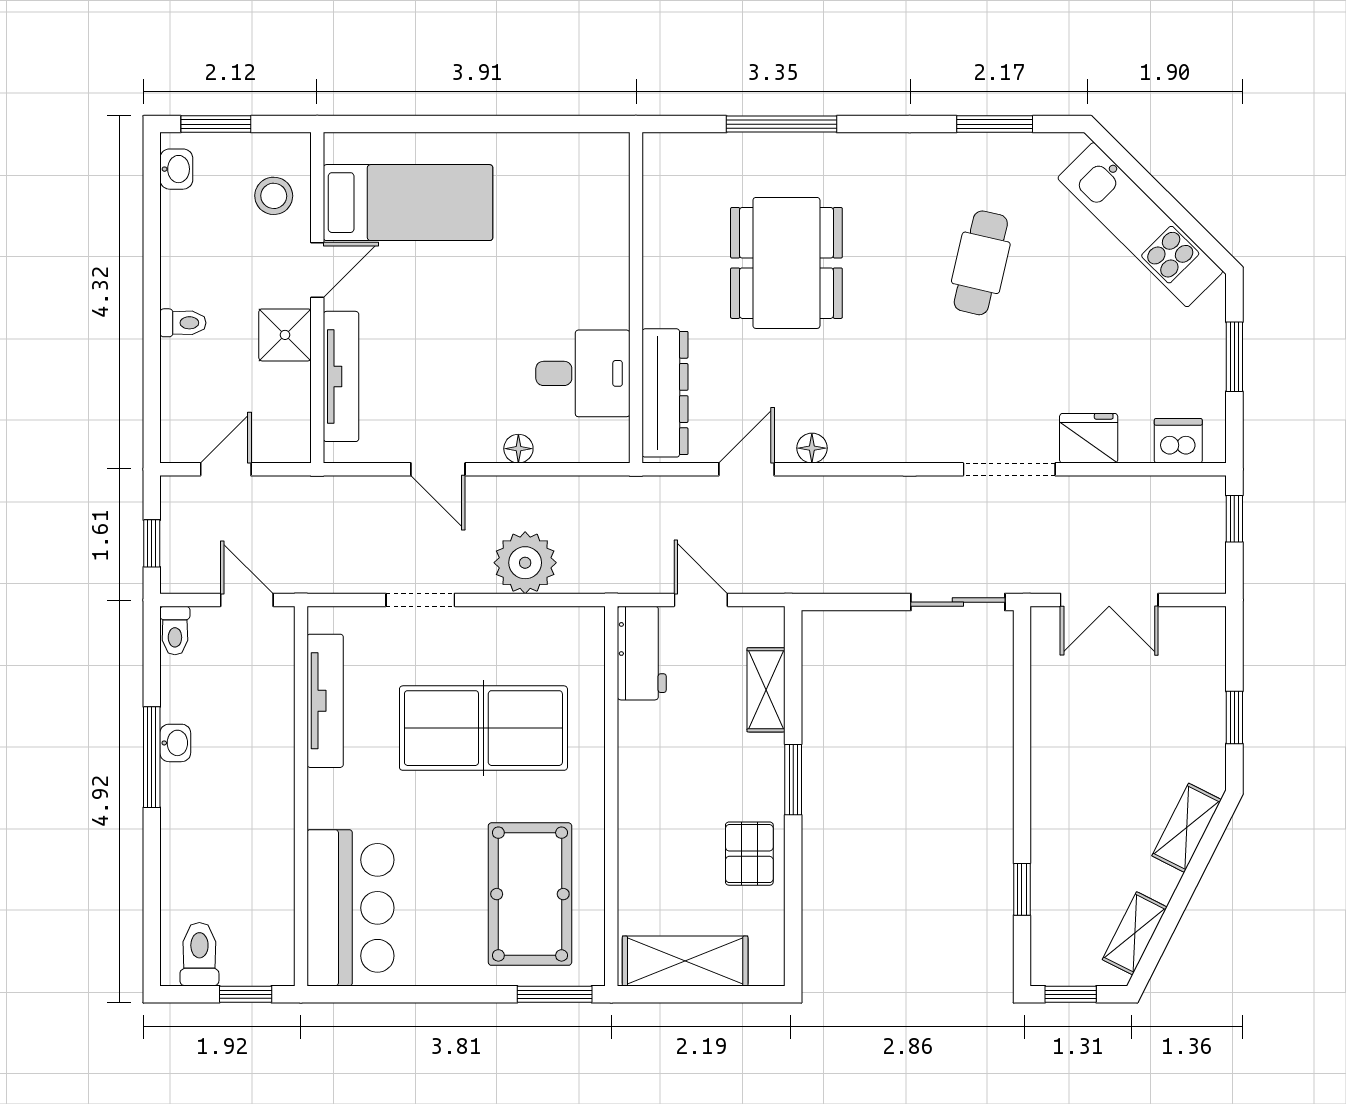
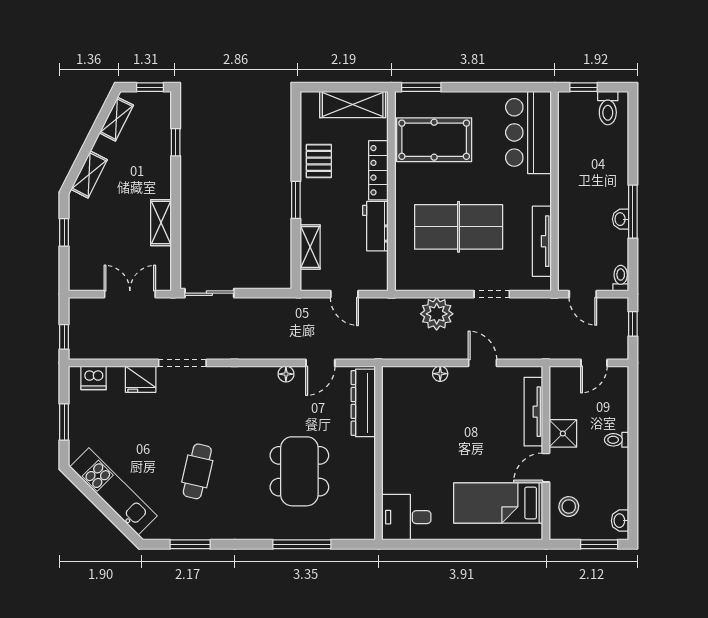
desk: (583, 373) -> (406, 517), moved
workbench: (642, 653) -> (375, 226), moved
shelving: (1050, 736) -> (161, 223), added
locker: (636, 836) -> (378, 170), added
pool table: (530, 894) -> (434, 140), turned 90

